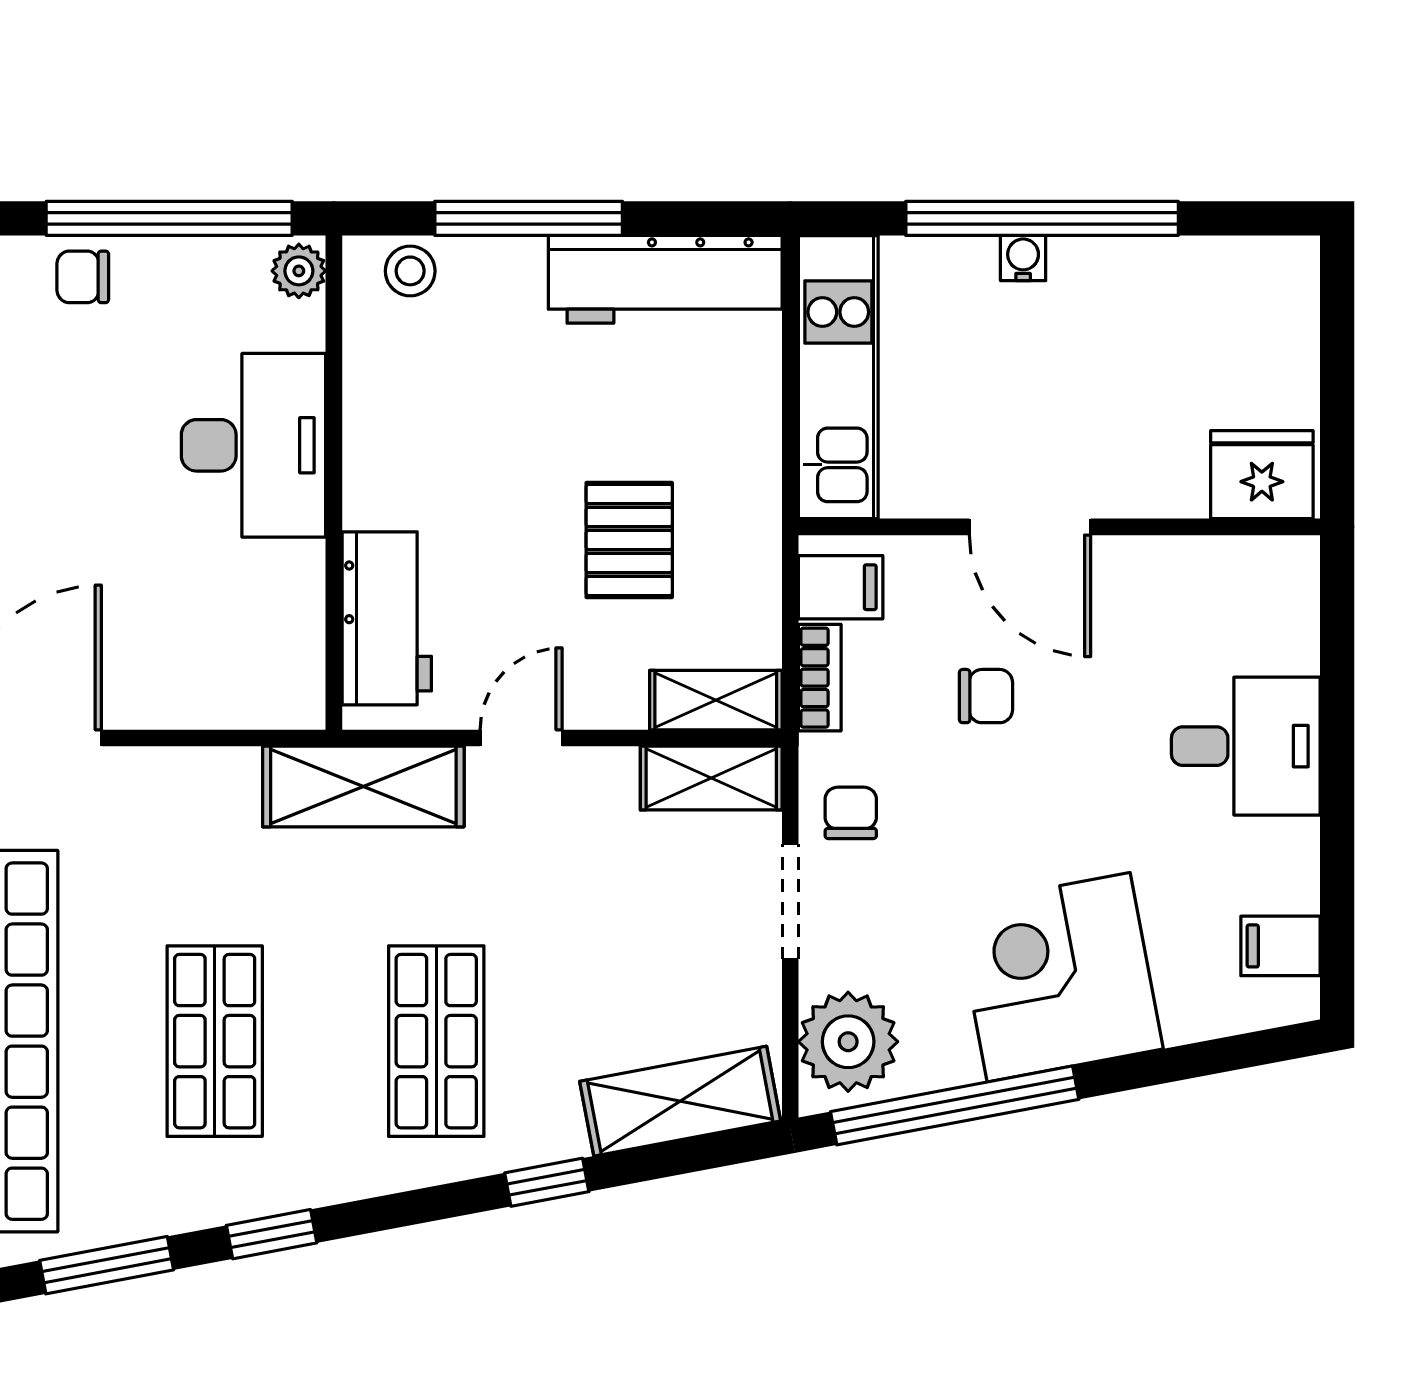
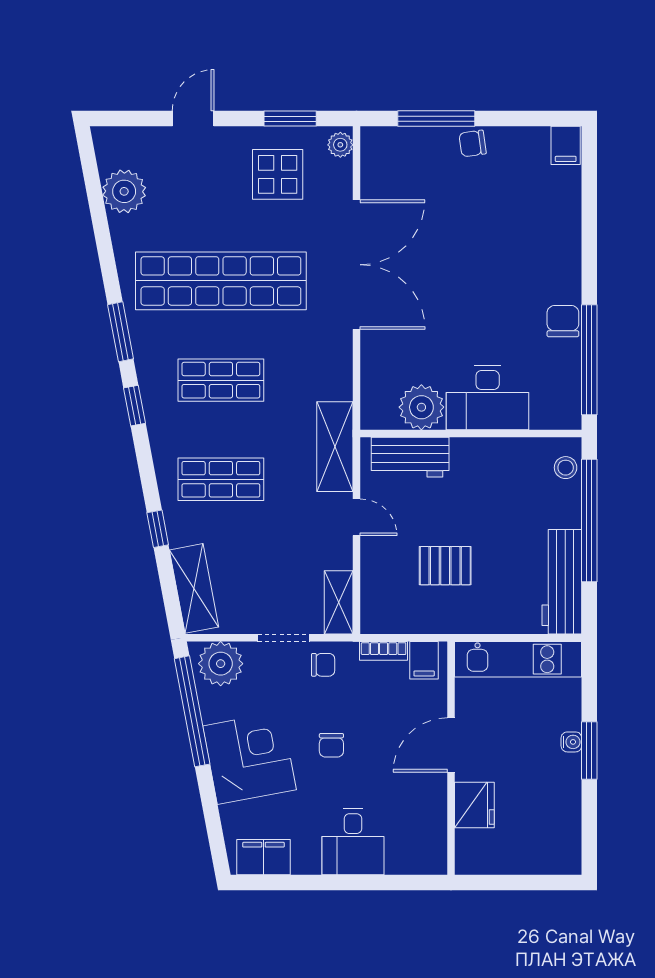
window: (529, 218) -> (589, 521), width x1.46
window: (1042, 218) -> (589, 750), width x0.47
plant: (299, 271) -> (421, 407), moved, width x1.88, depth x1.88
chair: (83, 277) -> (563, 321), width x1.37, depth x1.37
fridge: (1262, 475) -> (474, 805), moved
chair: (986, 696) -> (331, 745), moved
shelving: (716, 700) -> (374, 604), removed
filing cabinet: (1280, 946) -> (263, 857), width x2.00

